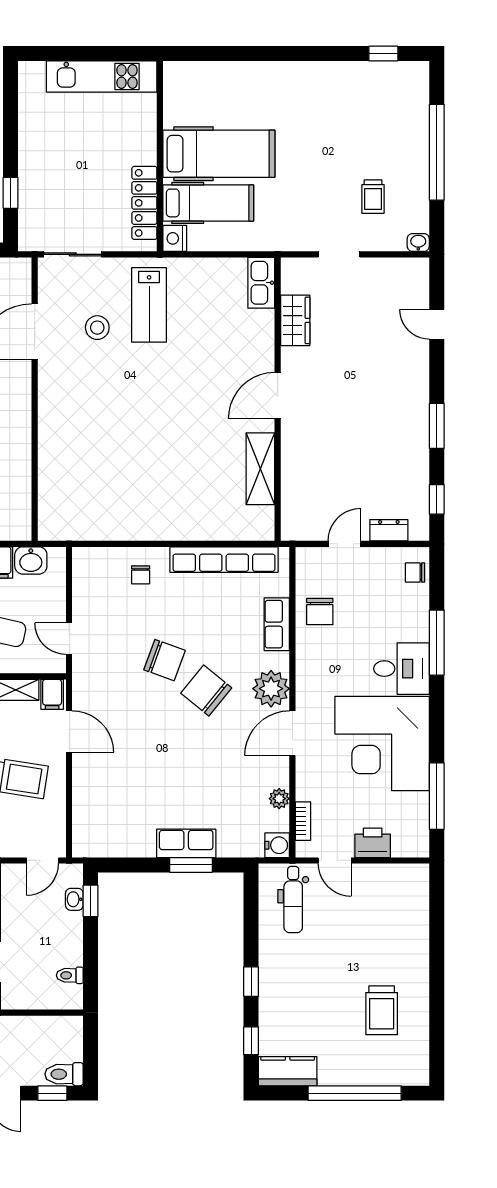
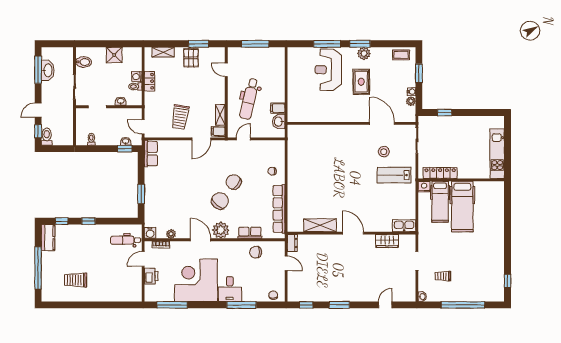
dresser: (389, 530) -> (292, 243), moved
chair: (165, 660) -> (234, 182), turned 107
row of seats: (186, 843) -> (151, 154), moved

